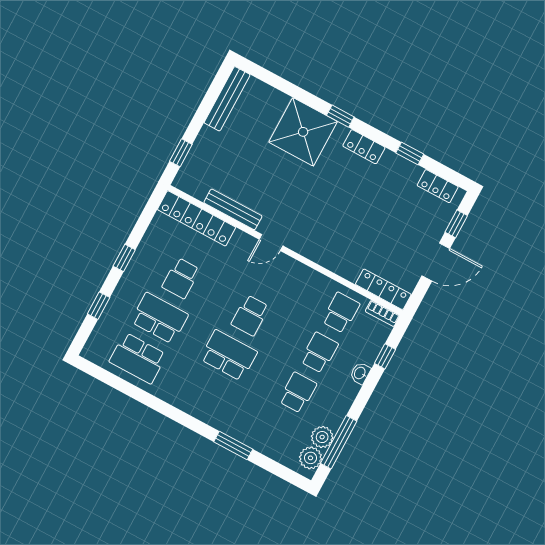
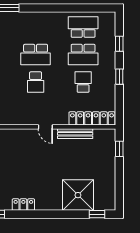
bench: (227, 99) -> (110, 191), removed
window: (340, 116) -> (97, 214), moved
shower: (303, 132) -> (78, 195), moved
door: (271, 243) -> (45, 127), swing flipped
school desk: (250, 315) -> (36, 82), turned 180

